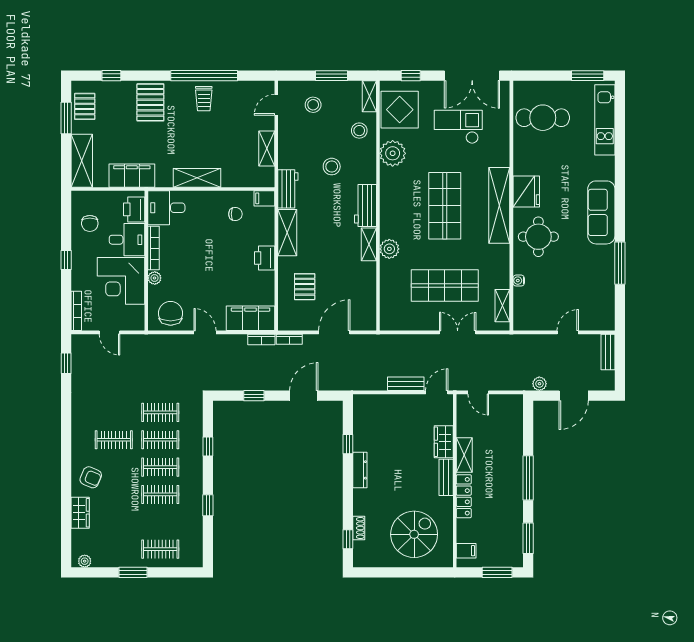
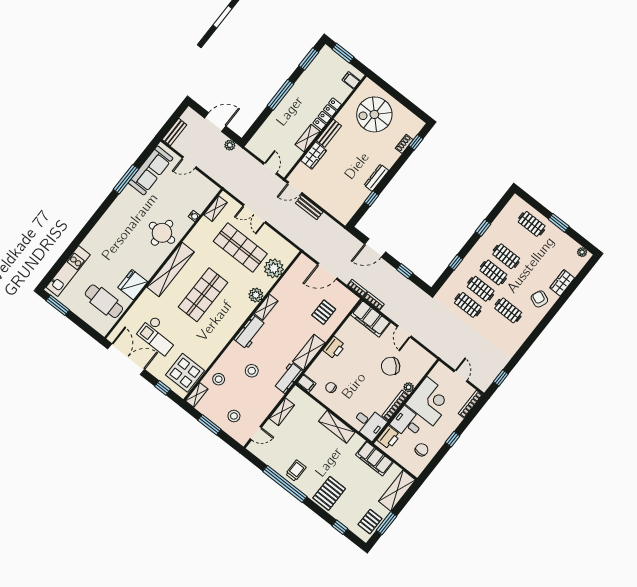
plant: (393, 153) -> (274, 268), moved
fridge: (526, 192) -> (133, 285), moved
sofa: (601, 212) -> (151, 170), moved
chair: (171, 313) -> (391, 366), moved, turned 46

